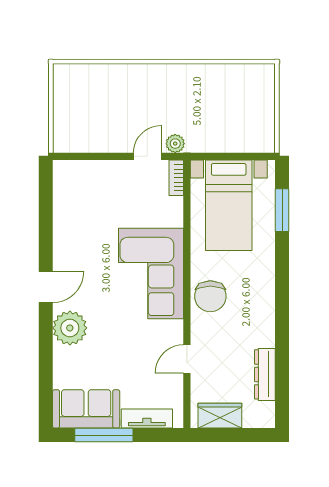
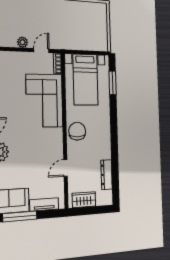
plant: (175, 144) -> (23, 42), moved
corner sofa: (151, 274) -> (44, 101), moved
chair: (210, 296) -> (77, 131), turned 180

